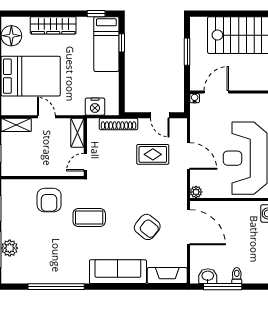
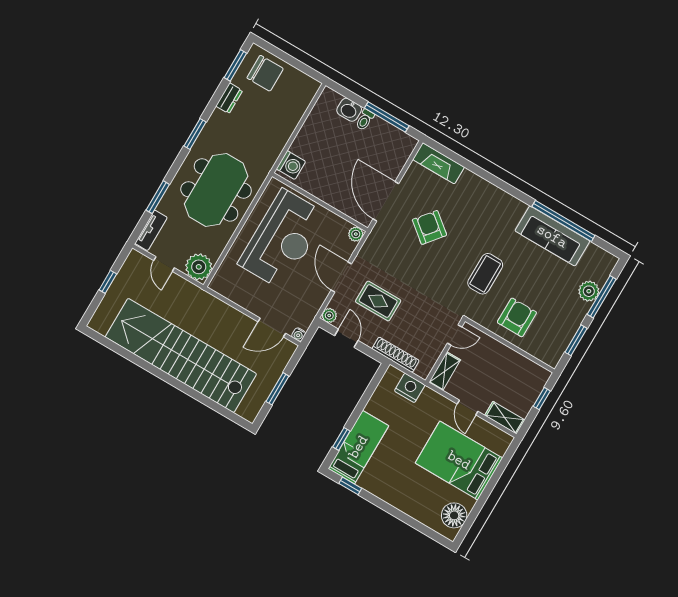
wardrobe: (53, 25) -> (403, 500), removed
plant: (181, 124) -> (329, 315), added
coffee table: (89, 217) -> (485, 274), turned 90
sofa: (118, 272) -> (552, 236), moved
washbasin: (208, 276) -> (349, 110), moved

